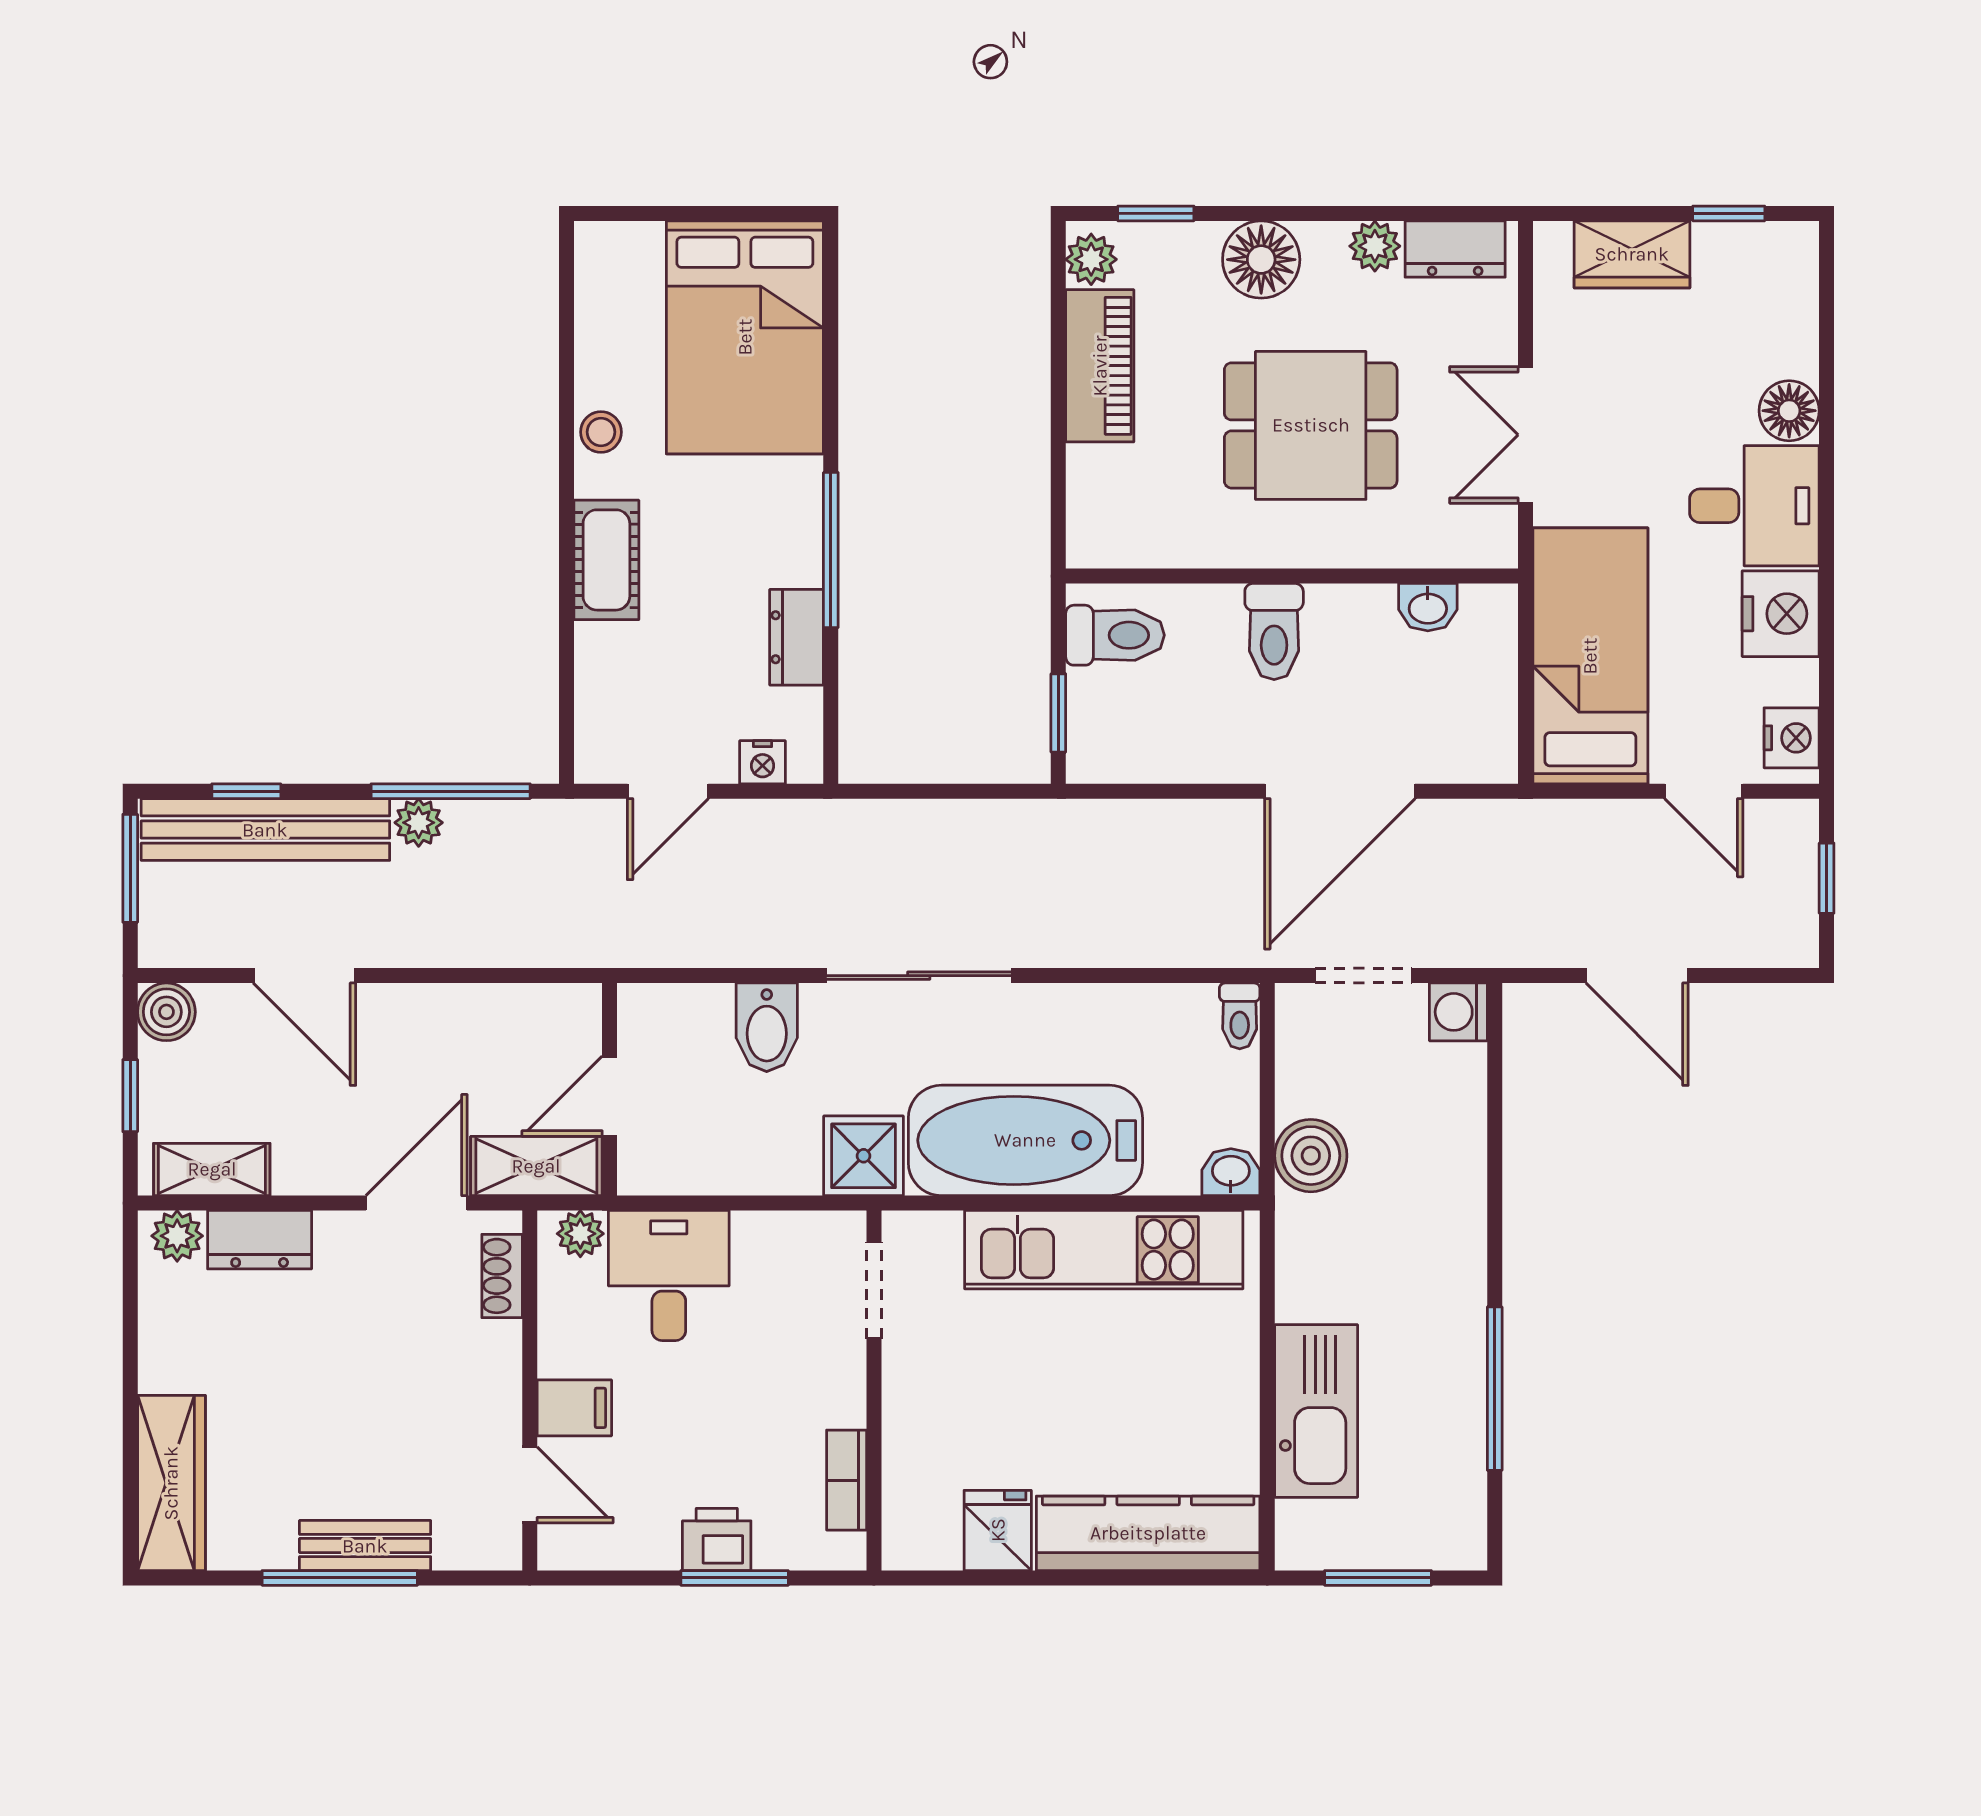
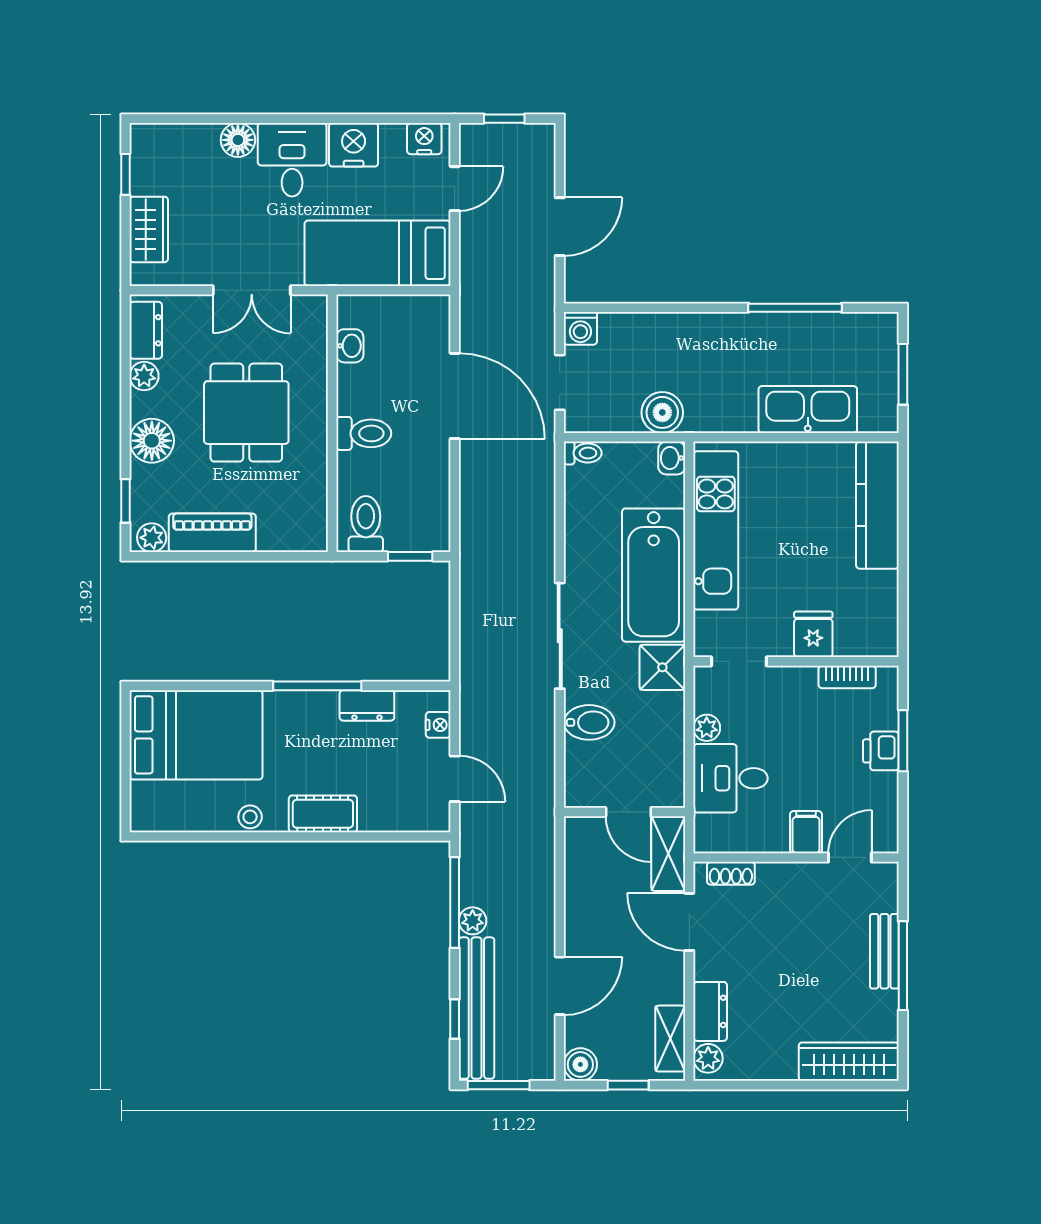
plant: (580, 1234) -> (707, 728), moved
fridge: (998, 1530) -> (813, 634), moved, turned 90

